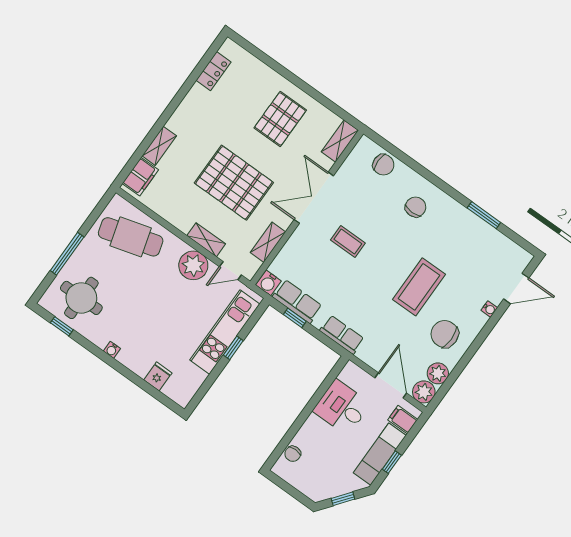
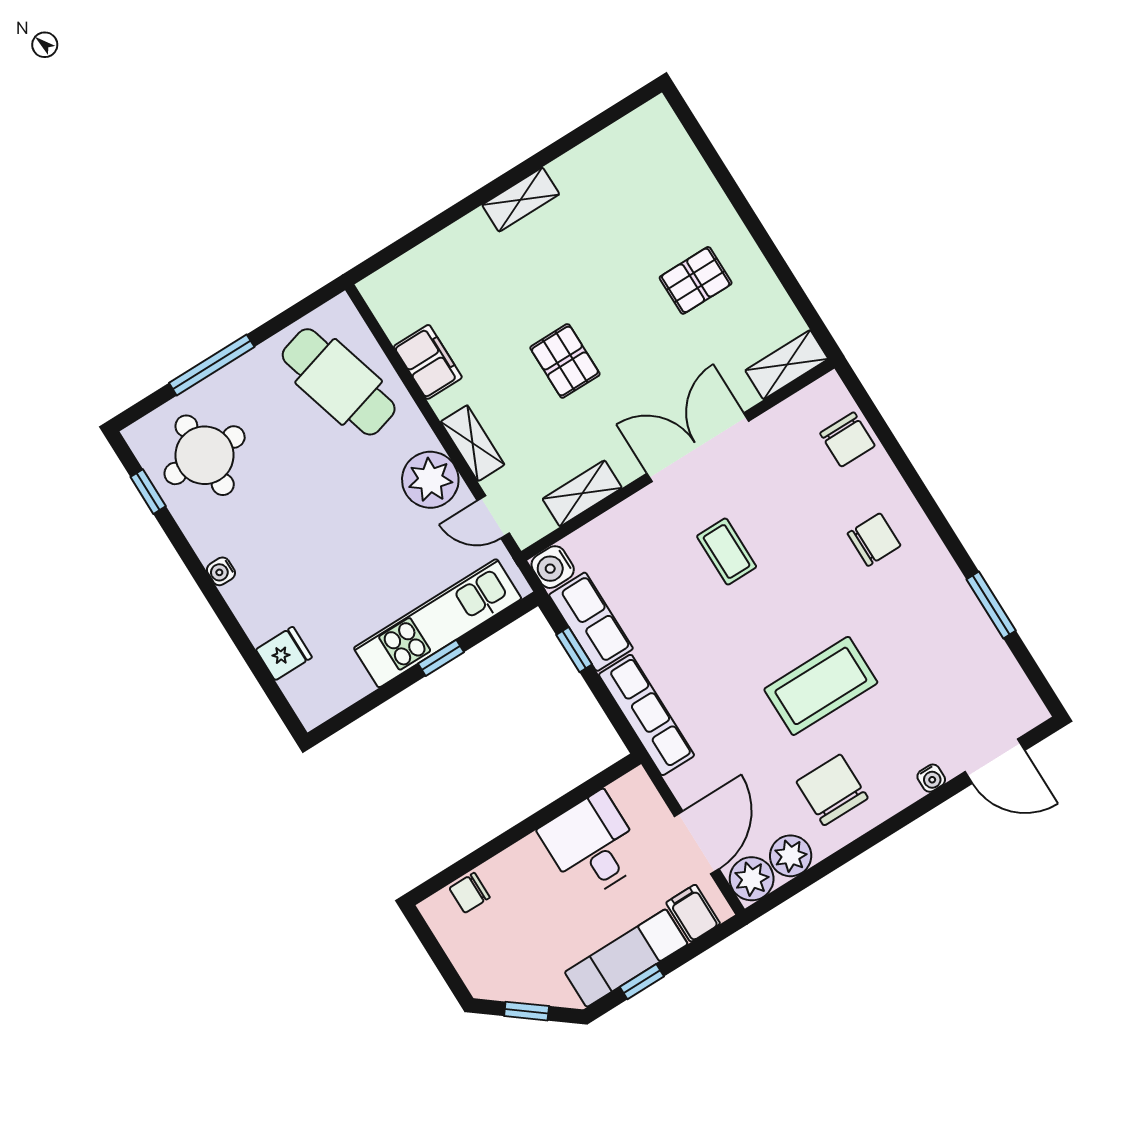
locker: (214, 71) -> (611, 145), removed
pallet: (280, 119) -> (696, 280), width x0.67, depth x0.71
shelving: (159, 146) -> (521, 200), moved
filing cabinet: (140, 177) -> (428, 362), moved, turned -90
pallet: (234, 183) -> (565, 361), width x0.49, depth x0.50
row of seats: (342, 335) -> (647, 715), width x1.48

